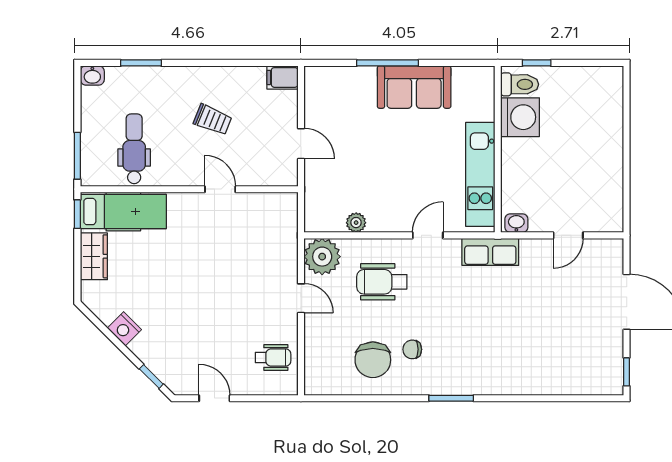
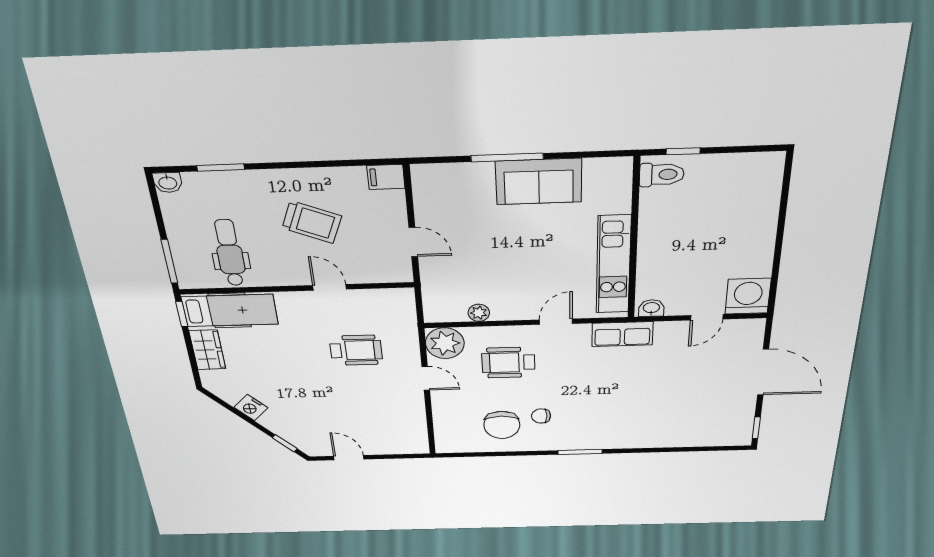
washing machine: (520, 117) -> (748, 296), moved, turned -90
trolley: (213, 120) -> (312, 222), width x1.36, depth x1.39
wheelchair: (273, 357) -> (356, 350), moved, width x1.36, depth x1.37

